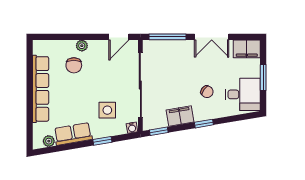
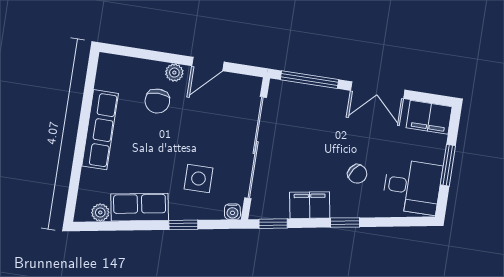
door: (119, 37) -> (208, 64), moved
row of seats: (41, 89) -> (100, 130), width x0.73

